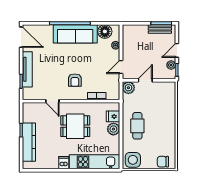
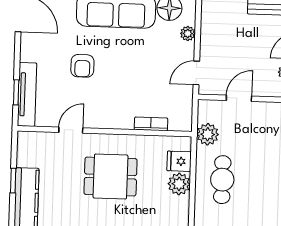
tv unit: (27, 69) -> (27, 94), moved
armchair: (75, 80) -> (82, 66), moved
plant: (128, 88) -> (208, 134), moved
door: (52, 101) -> (71, 130), swing flipped

